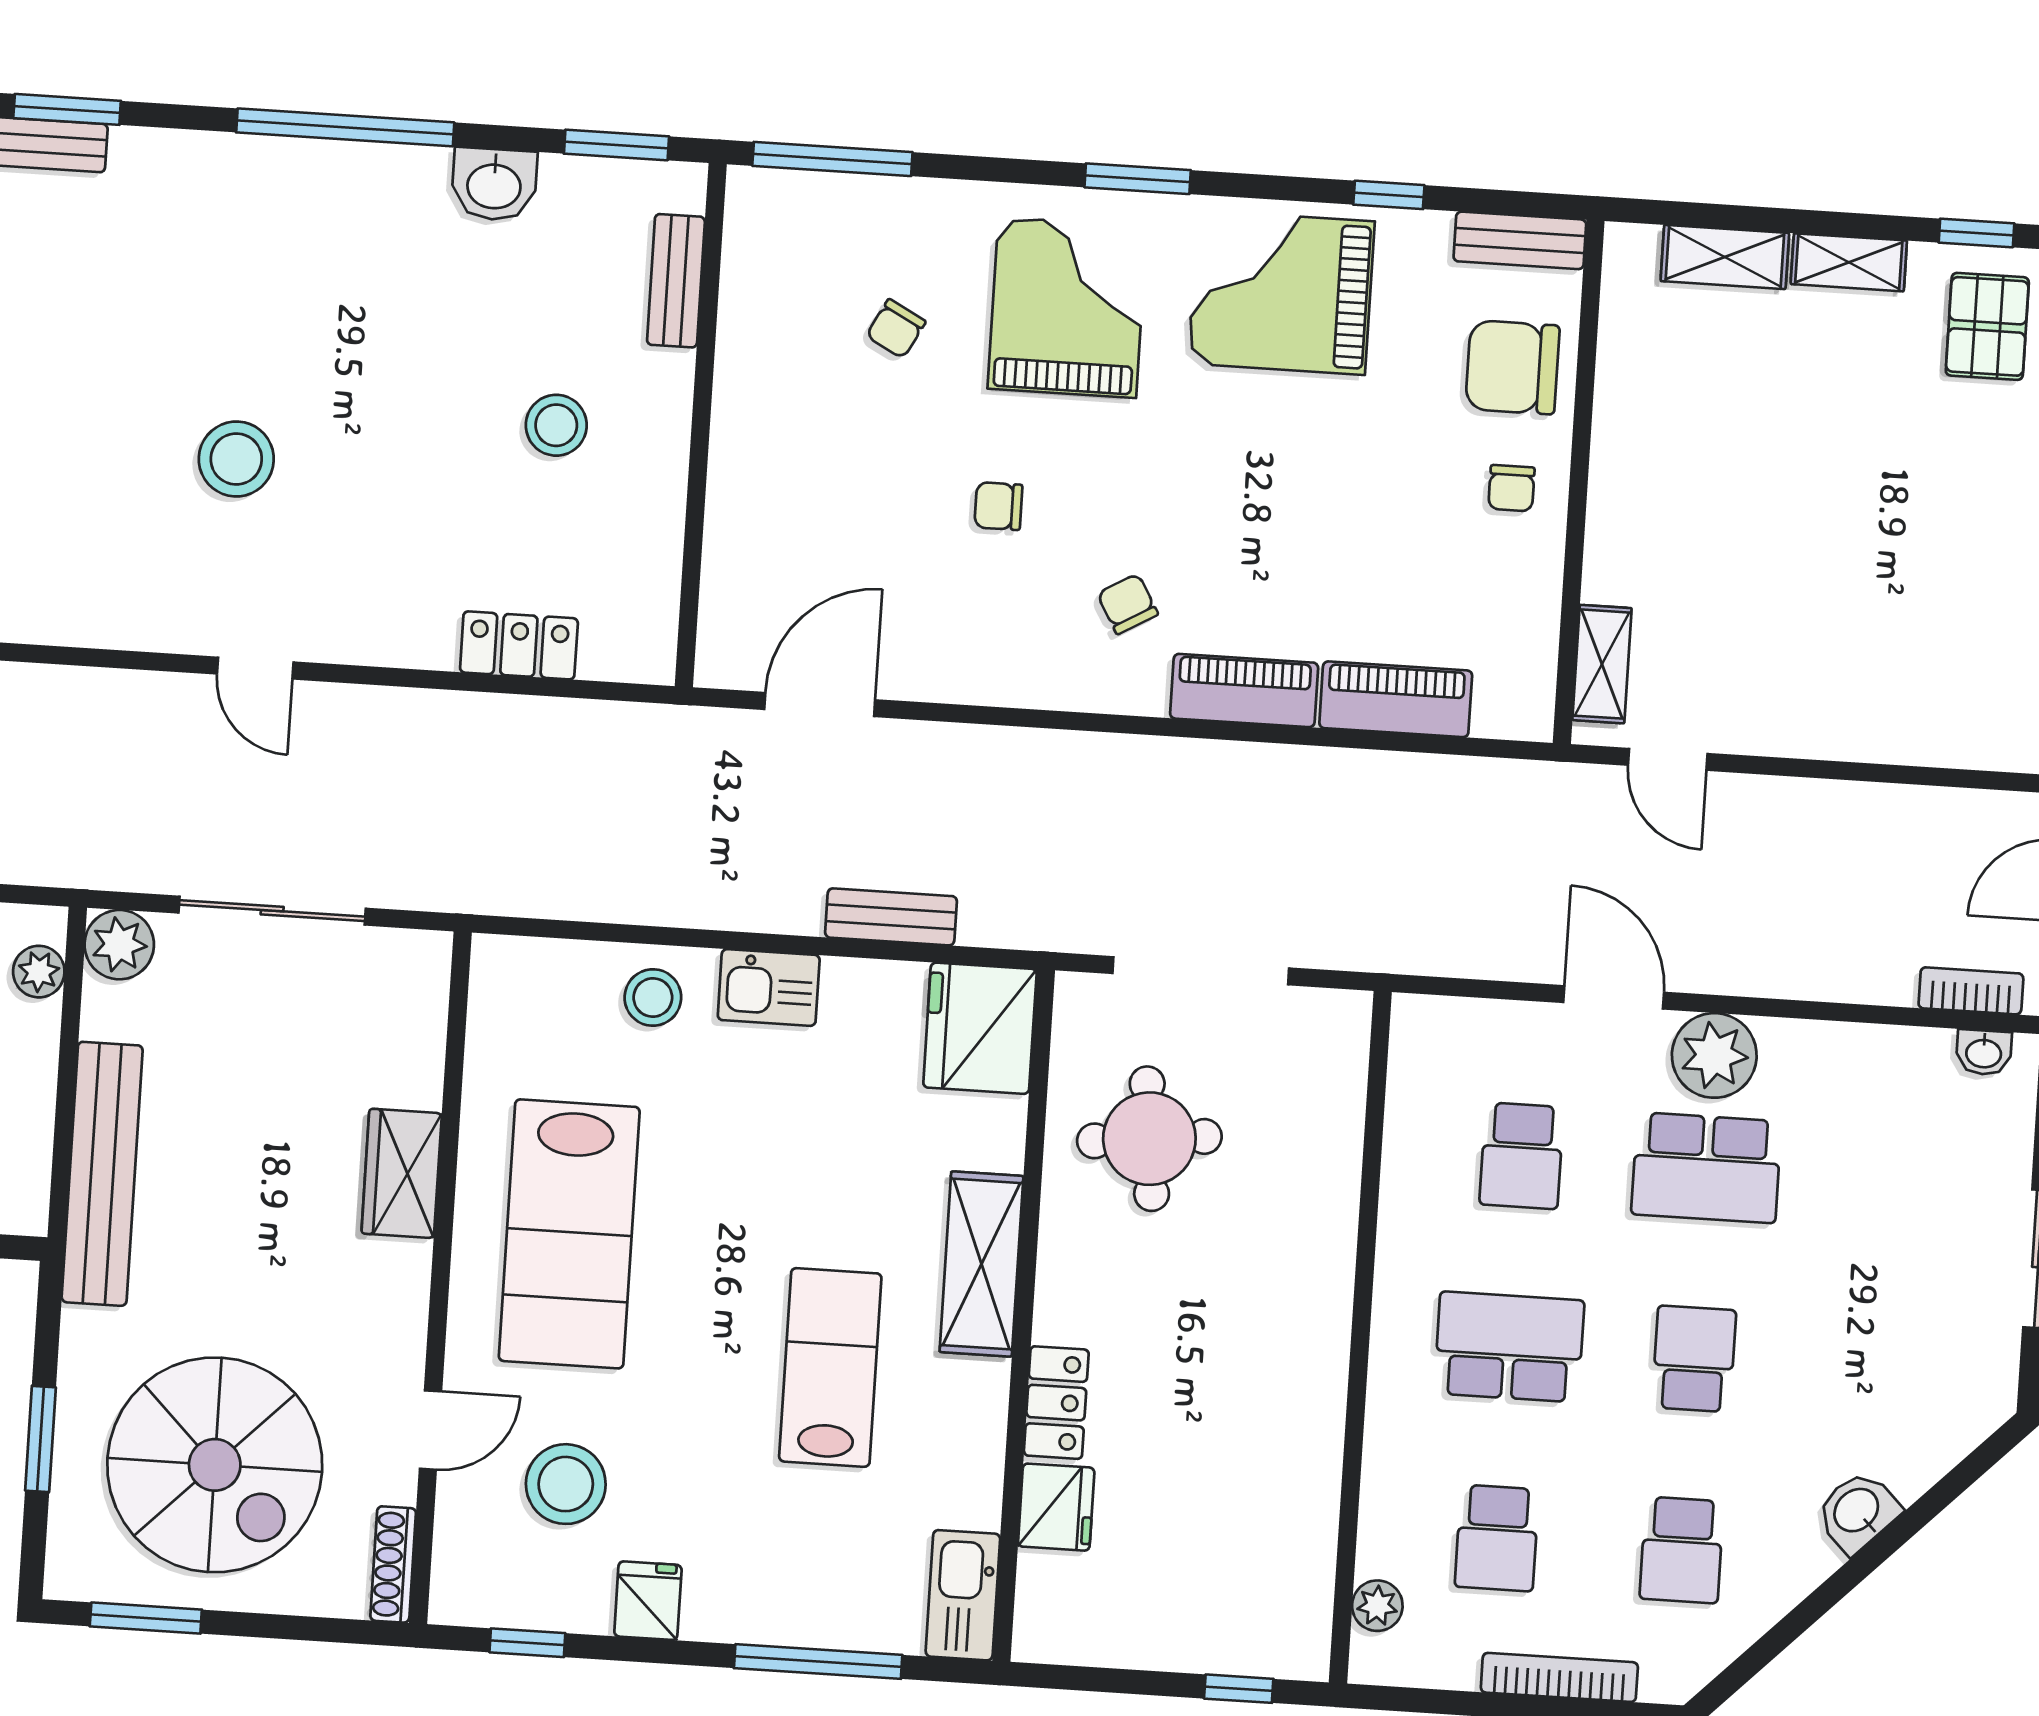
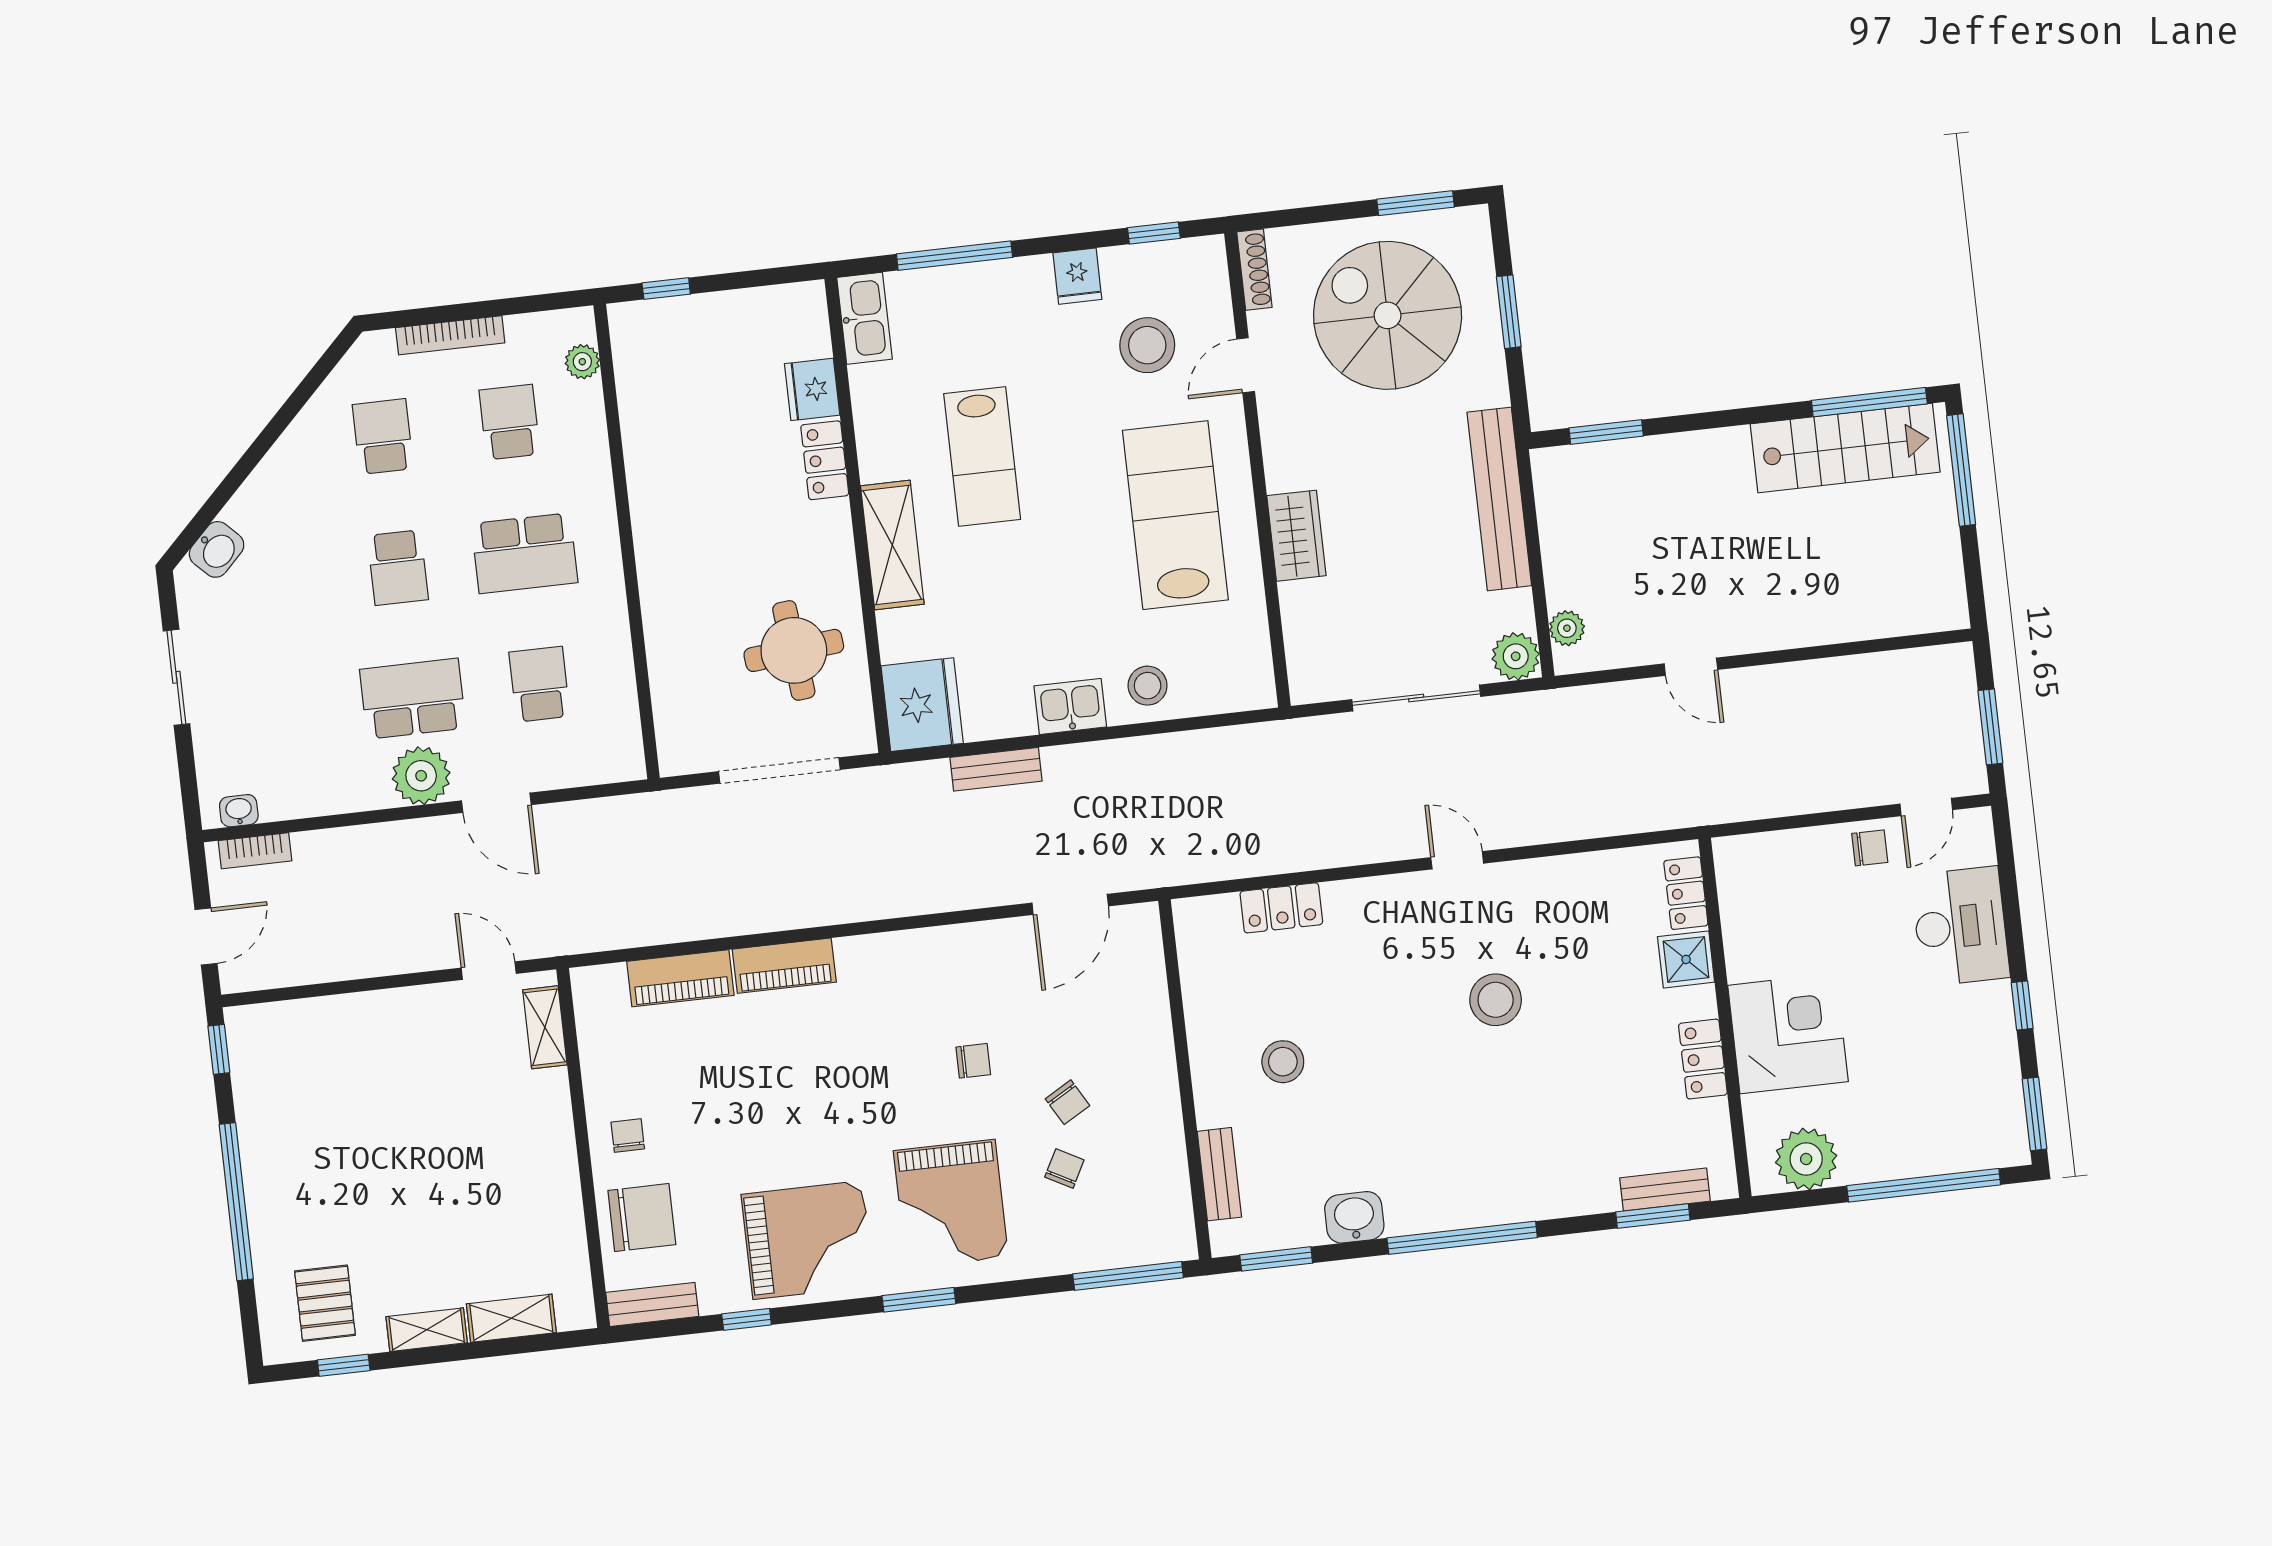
chair: (1128, 604) -> (1068, 1102), moved
washbasin: (1857, 1511) -> (217, 549), moved

